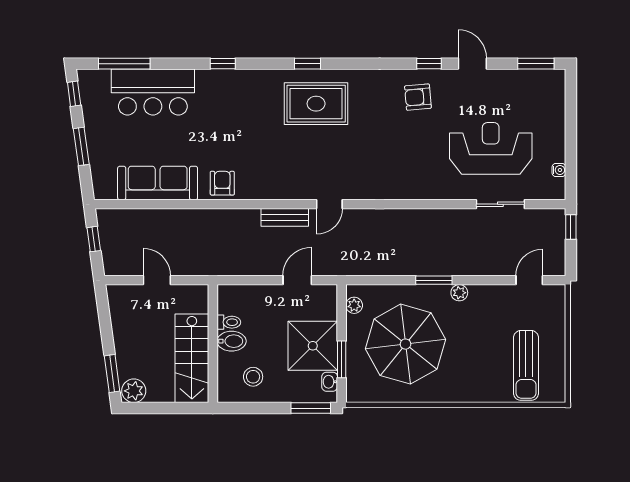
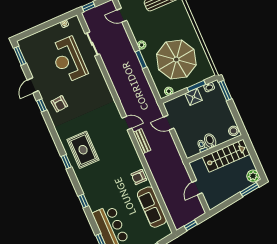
shower: (313, 346) -> (194, 97), width x0.54, depth x0.54
stool: (253, 377) -> (233, 131), moved

